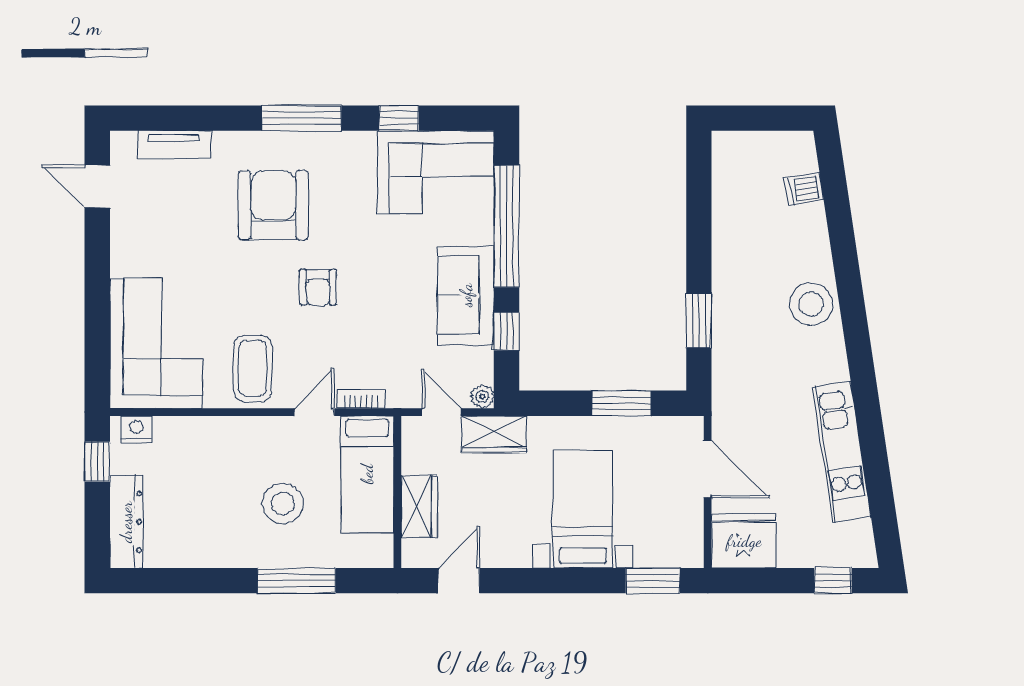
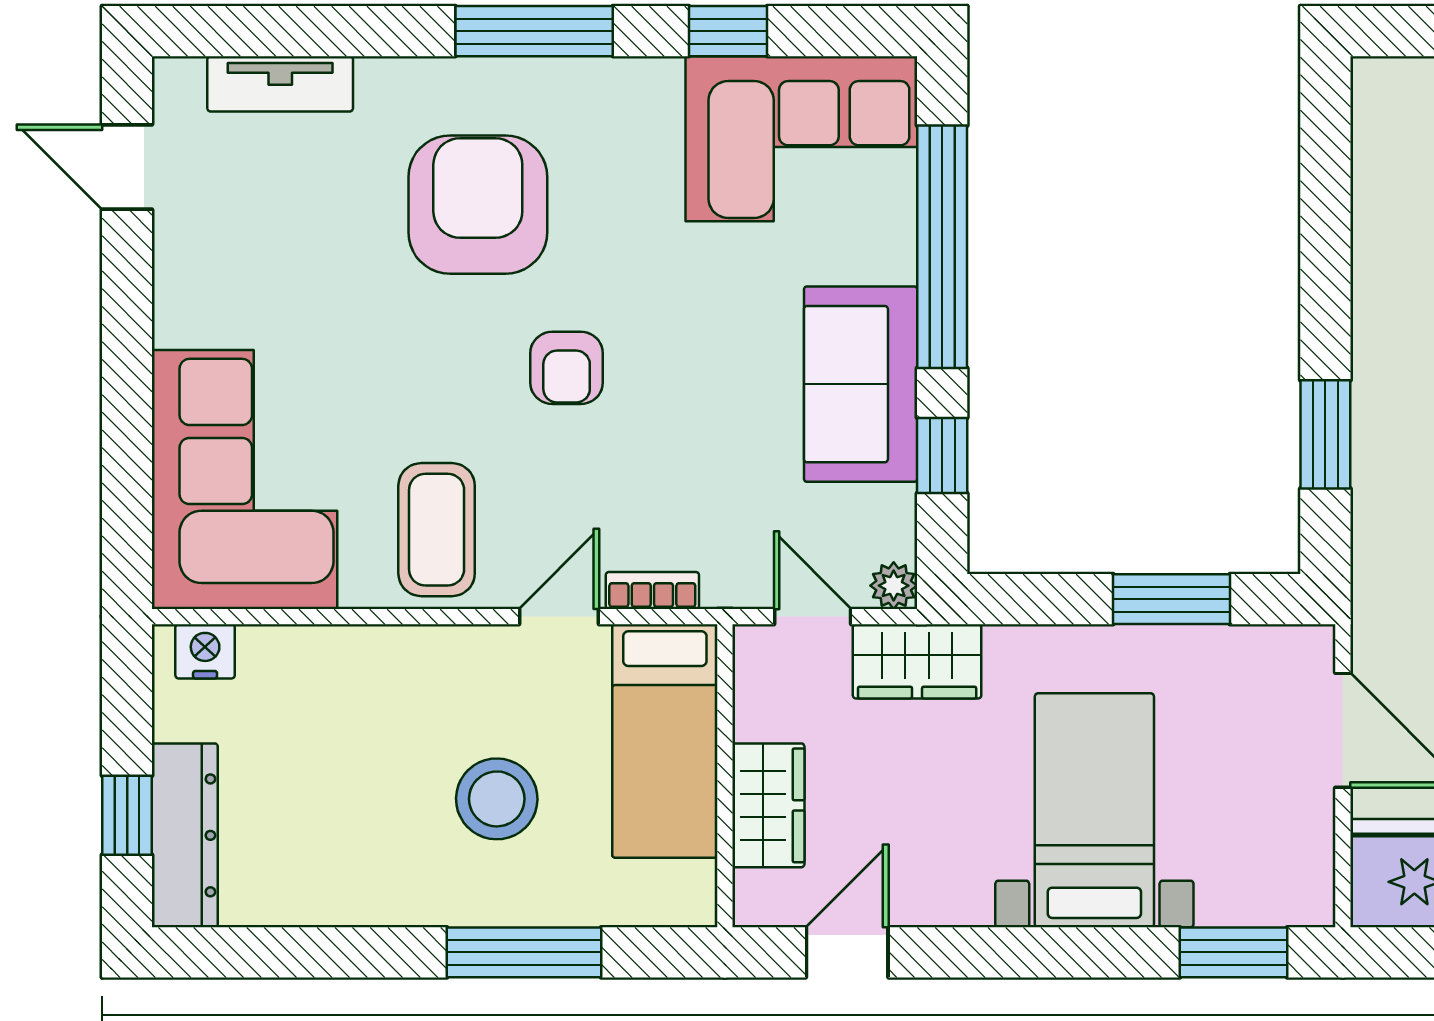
window: (97, 462) -> (127, 815), moved

